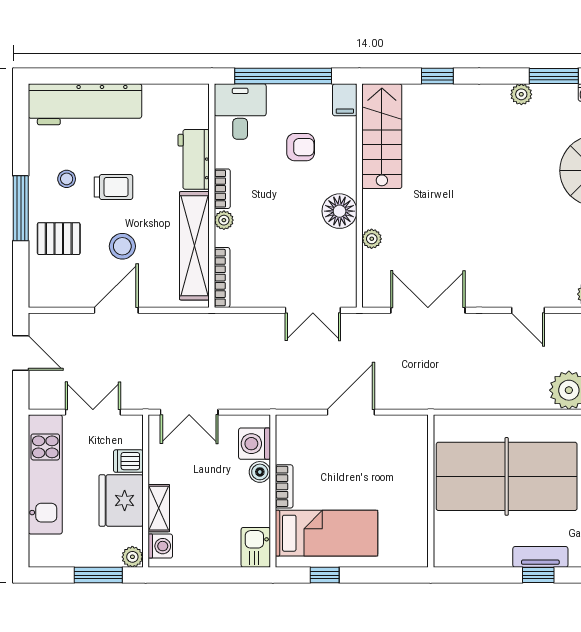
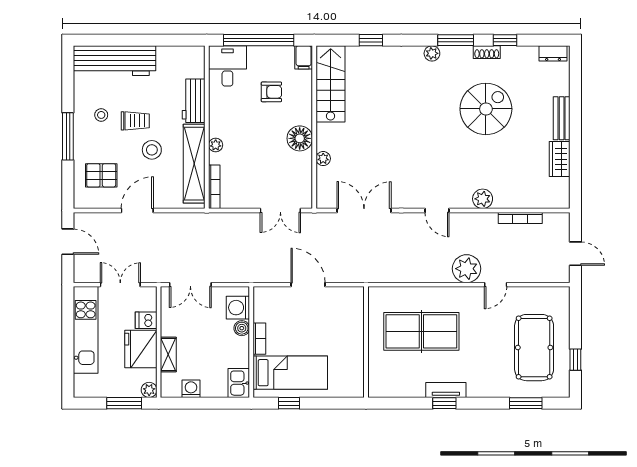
bookcase: (222, 189) -> (214, 122), removed
pallet: (59, 239) -> (101, 175), moved
stool: (122, 246) -> (152, 150), moved
door: (351, 412) -> (308, 285), hinge flipped
table tennis table: (507, 476) -> (421, 331), width x0.73, depth x0.76
washing machine: (160, 546) -> (191, 389), moved, turned -90

